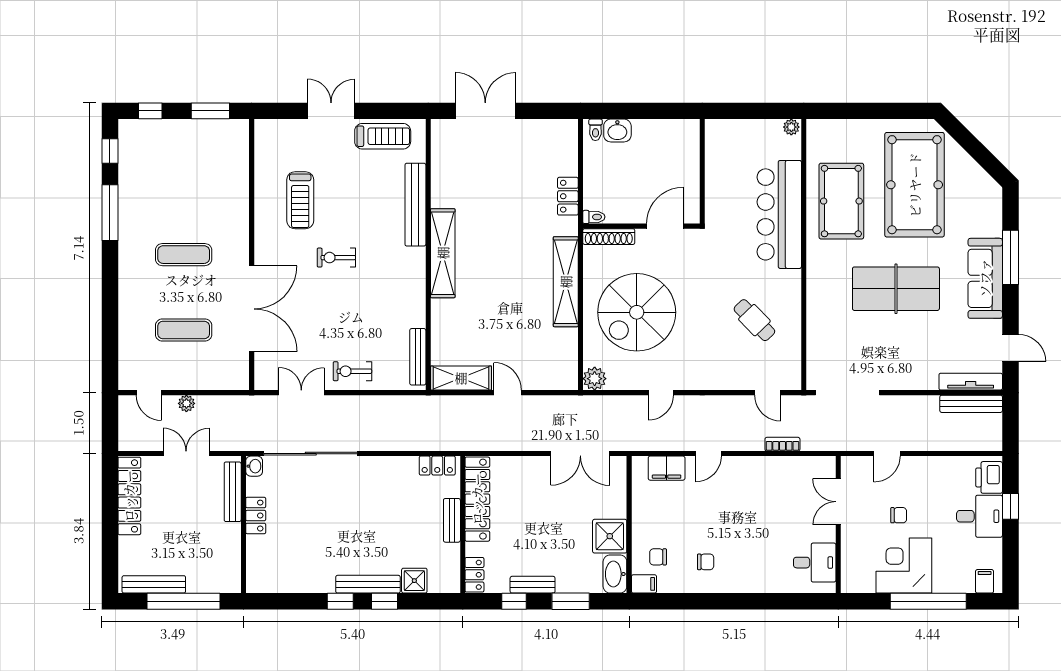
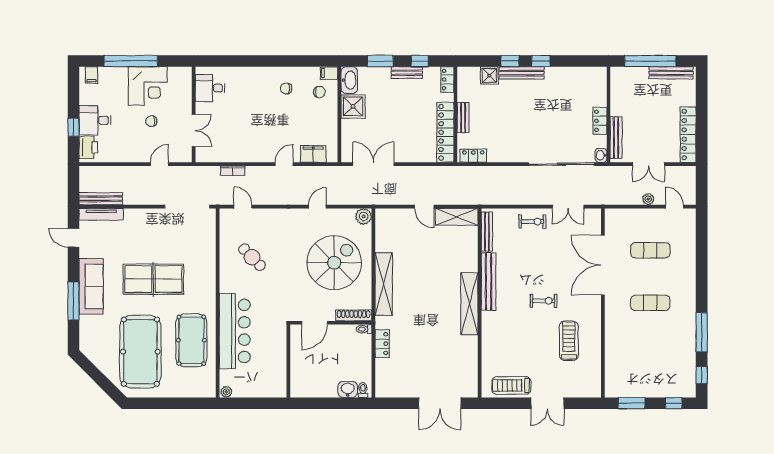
bench: (415, 205) -> (489, 281), moved

